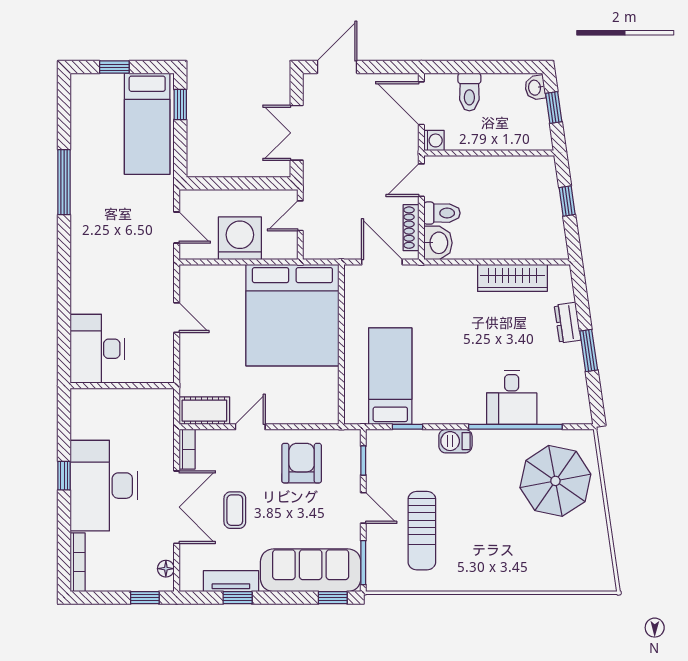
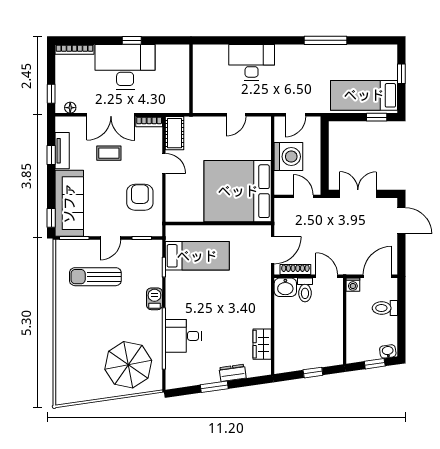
wardrobe: (512, 278) -> (262, 344), width x0.67
desk: (97, 349) -> (252, 62), moved
armchair: (302, 463) -> (140, 197), turned -90

